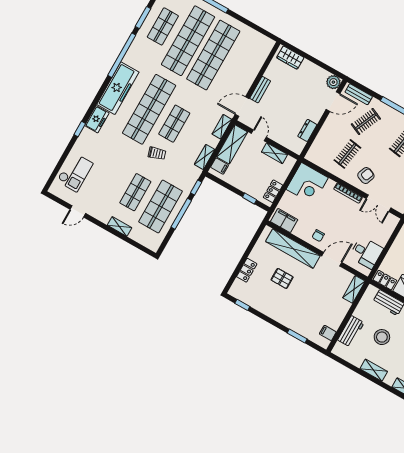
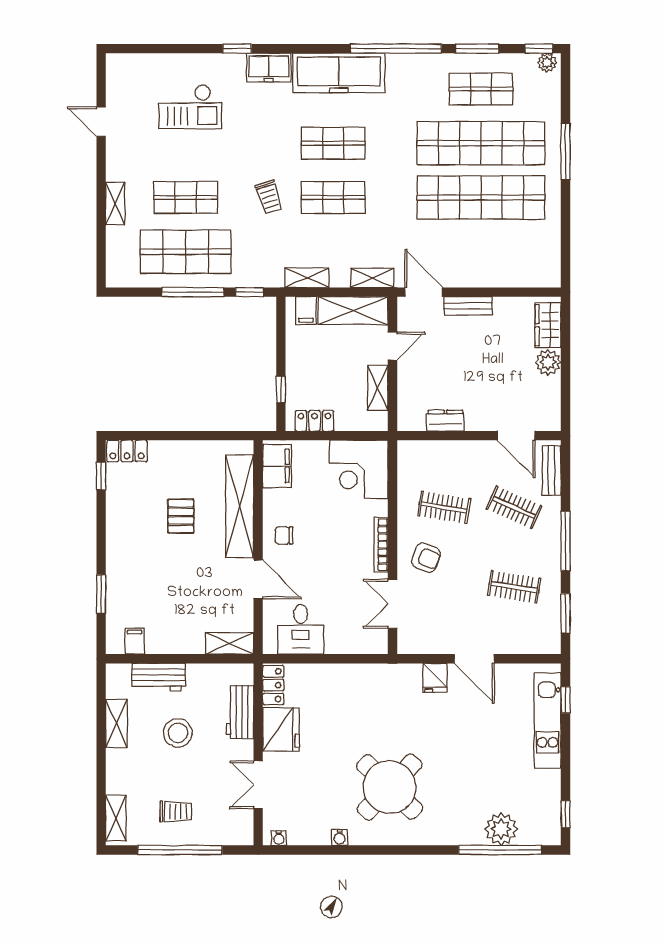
plant: (333, 82) -> (548, 362), moved
shop shelf: (149, 109) -> (333, 143), width x0.50, depth x0.74
checkout: (75, 172) -> (190, 107), moved
locker: (247, 270) -> (127, 451), moved
shelving: (374, 370) -> (116, 723), moved

